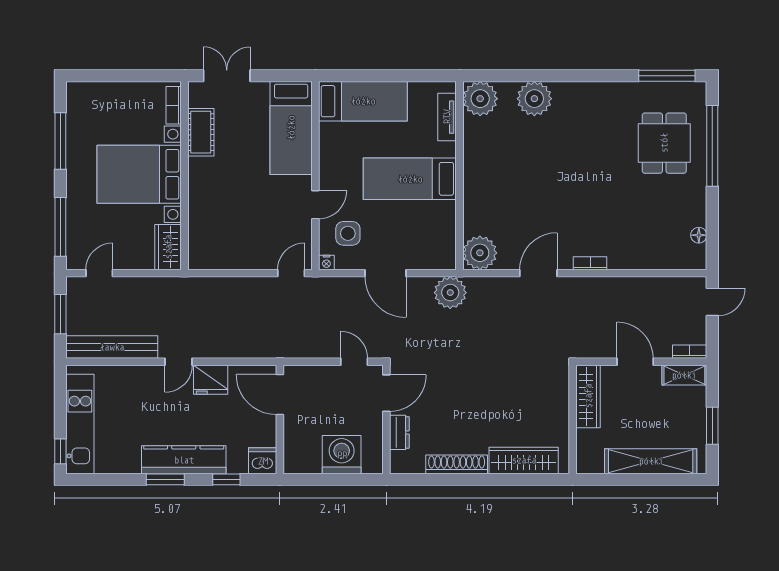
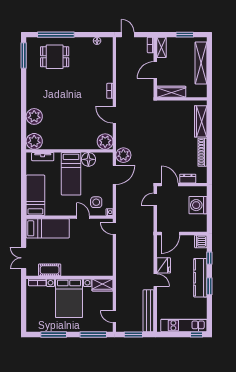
floor lamp: (441, 217) -> (88, 159), added
door: (386, 273) -> (114, 175), moved

